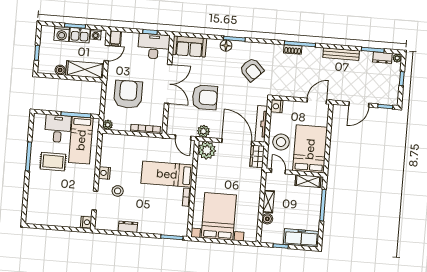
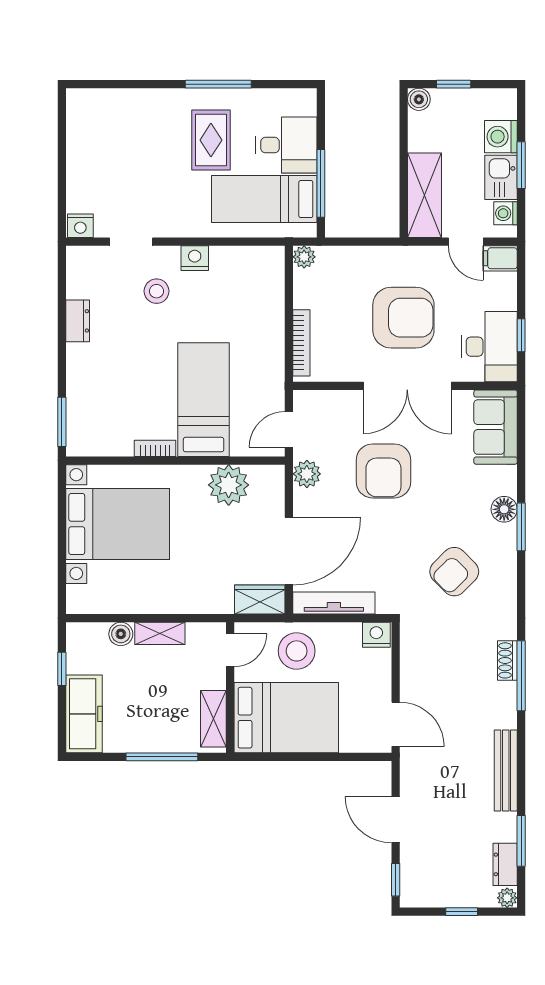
boiler: (60, 70) -> (419, 99), moved
armchair: (128, 94) -> (403, 318), moved
plant: (207, 150) -> (229, 485), moved

